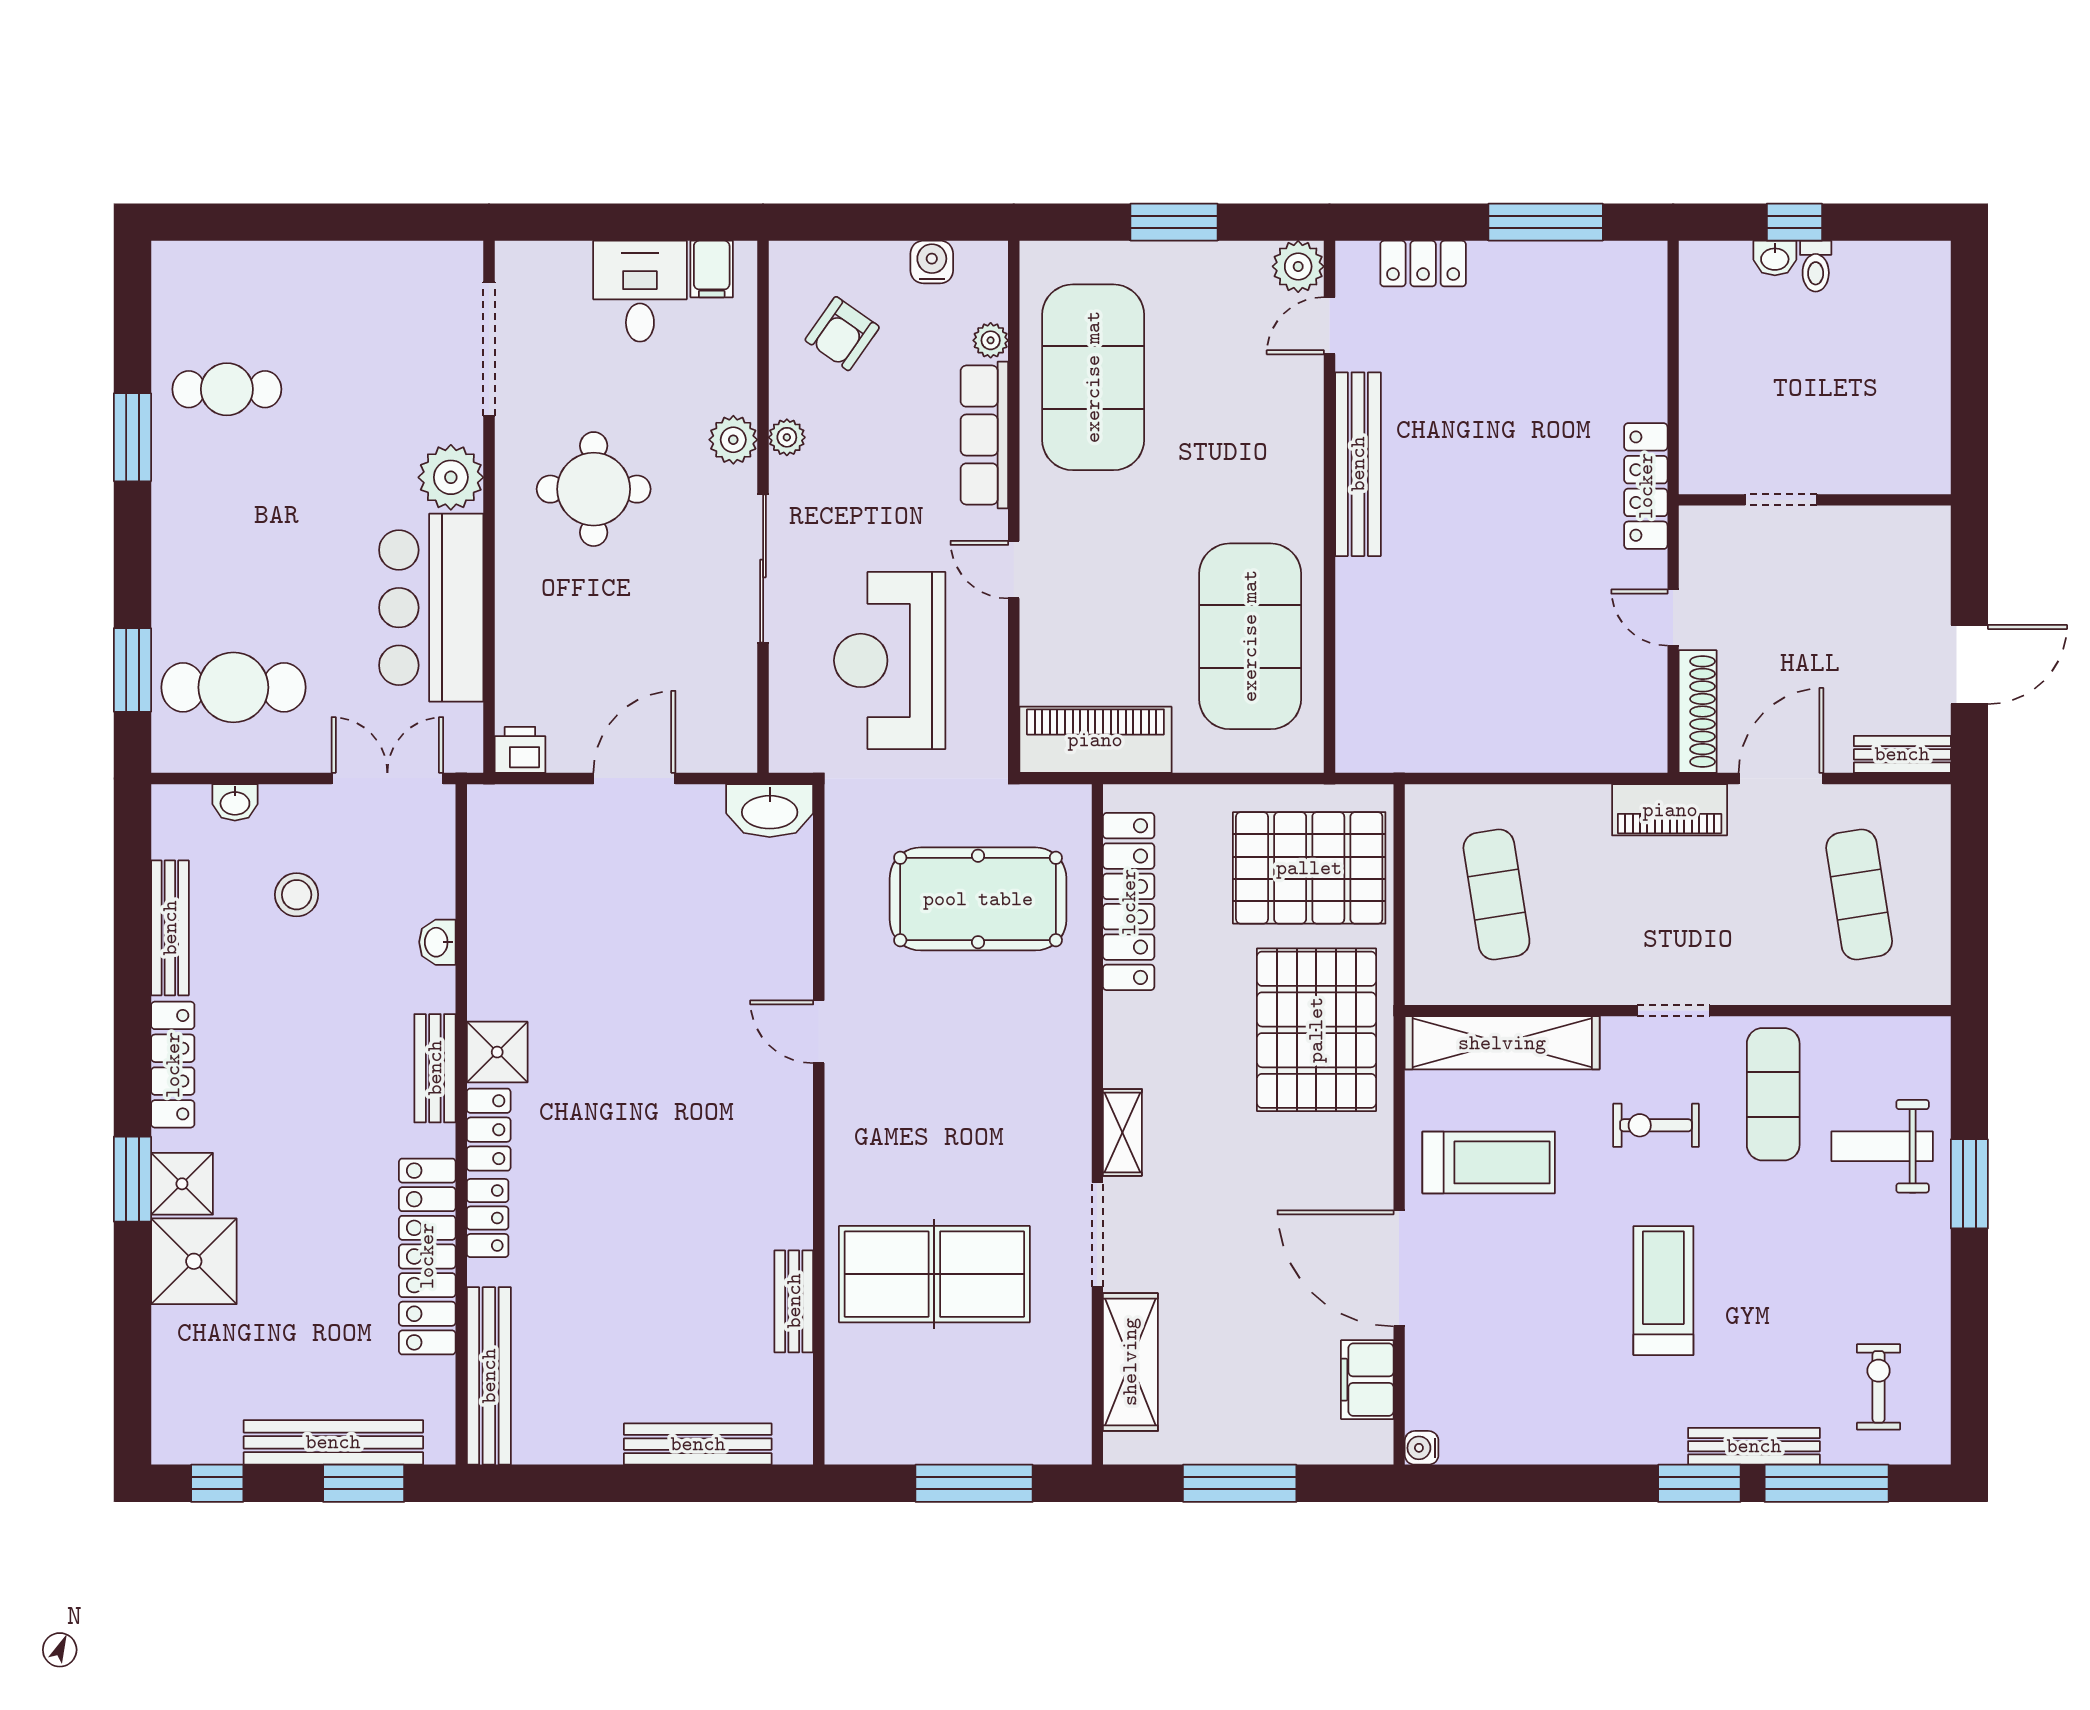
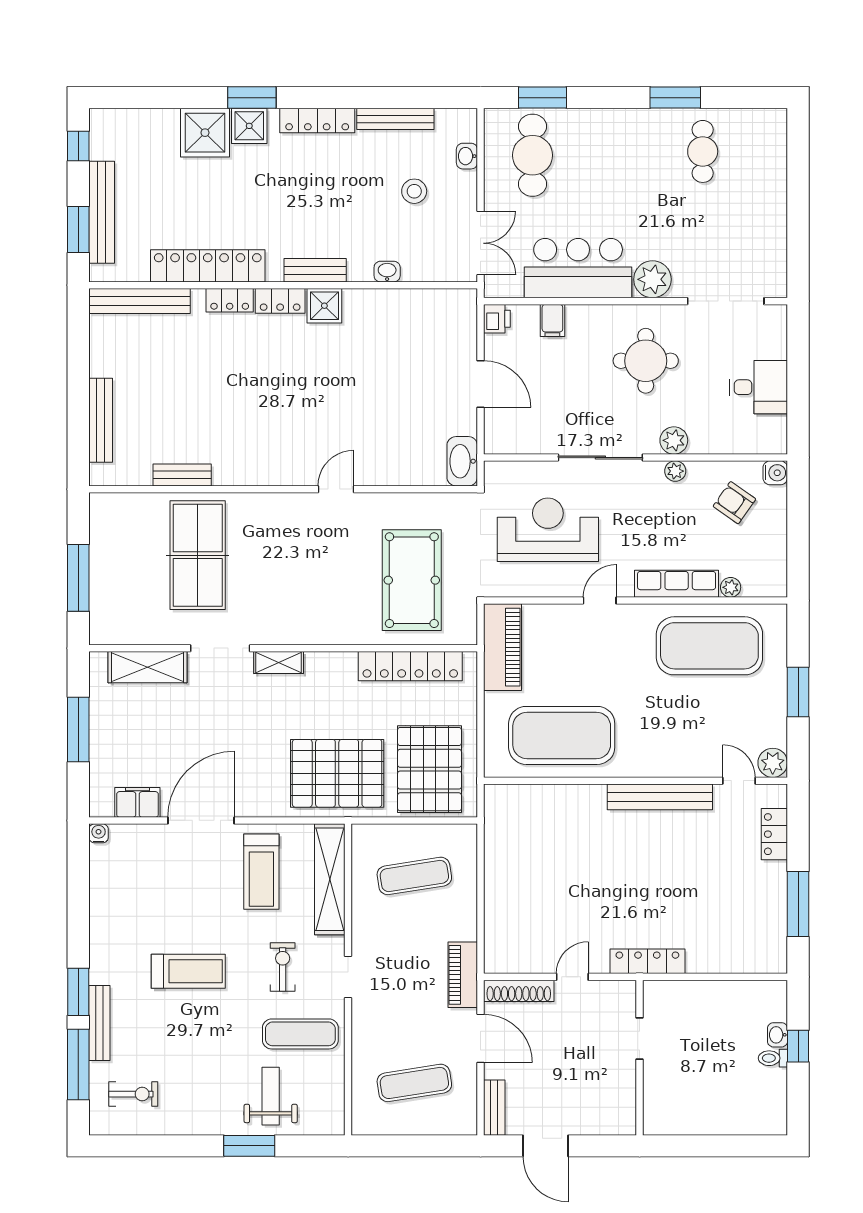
water cooler: (932, 262) -> (775, 473), moved
filing cabinet: (712, 269) -> (552, 320), moved, turned -90

